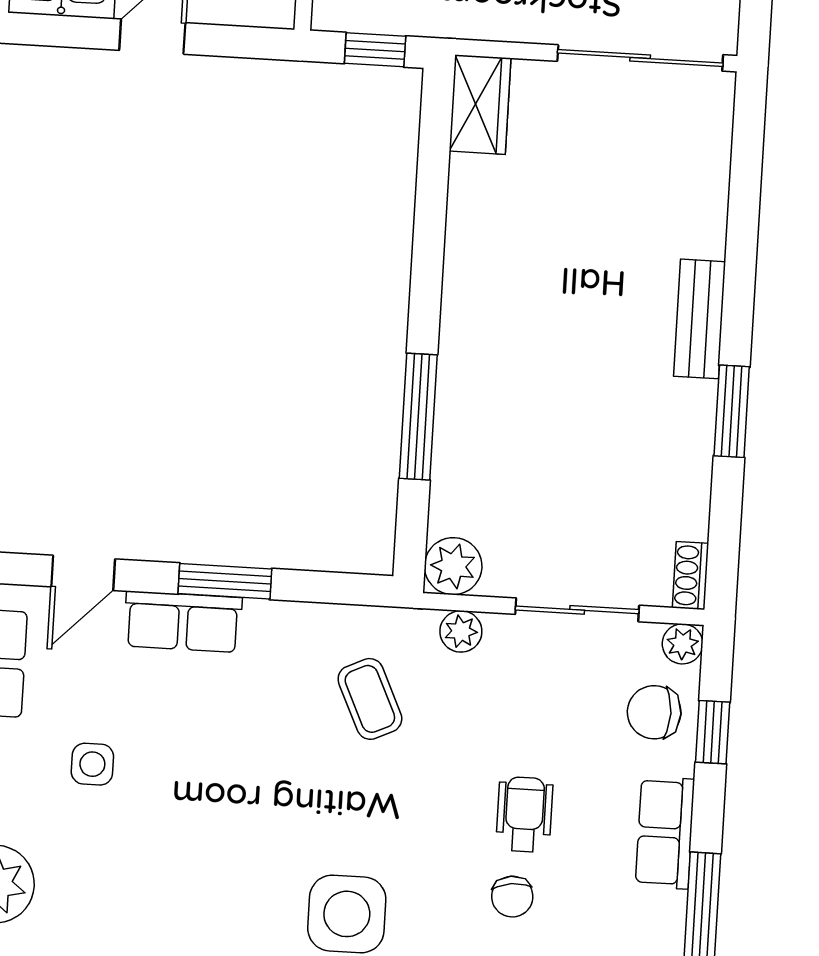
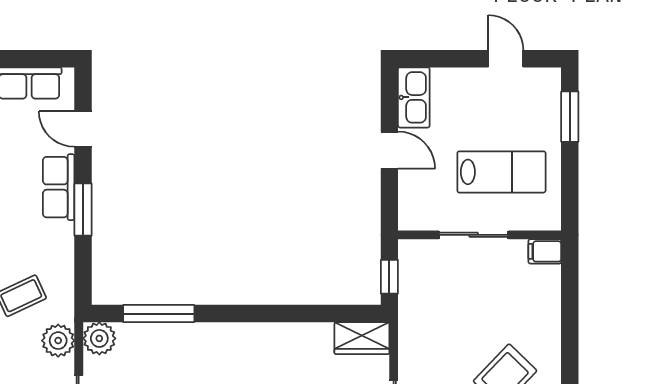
window: (418, 417) -> (159, 314), moved
plant: (461, 631) -> (58, 341), width x1.38, depth x1.38

